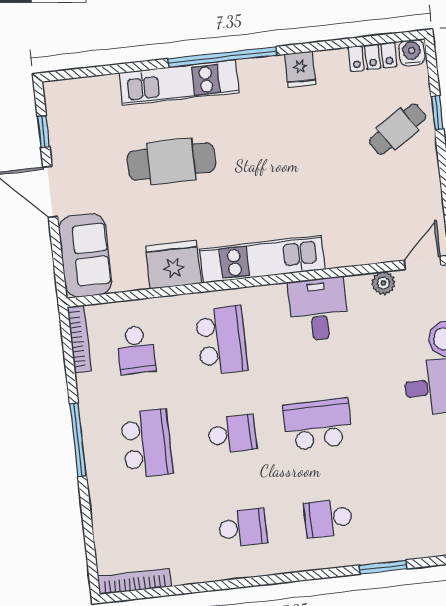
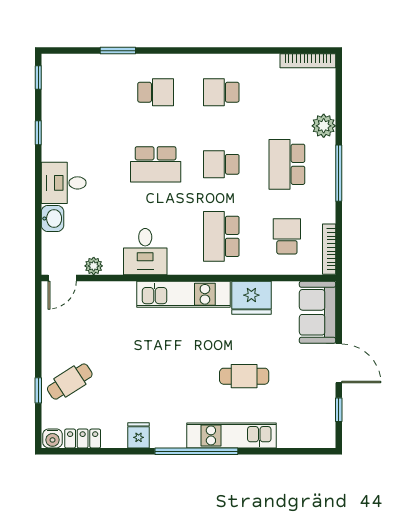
cafe table: (171, 161) -> (244, 376), width x0.73, depth x0.74
plant: (104, 499) -> (324, 126), added

